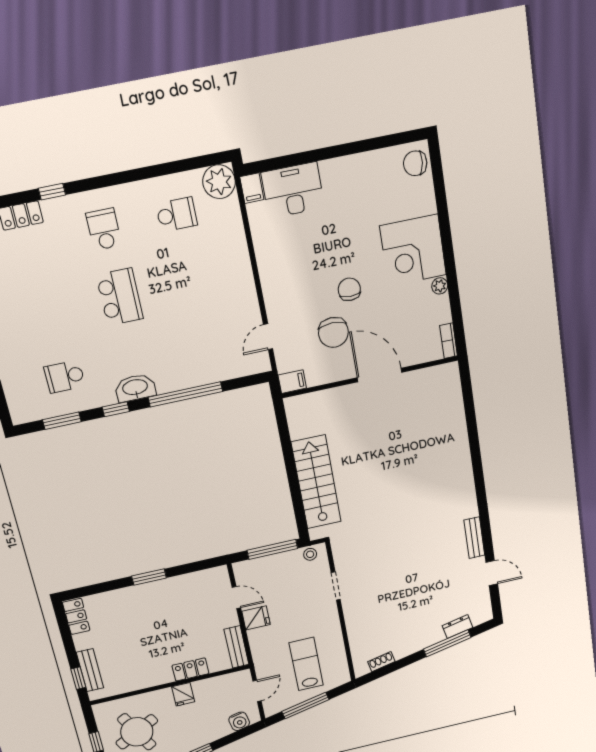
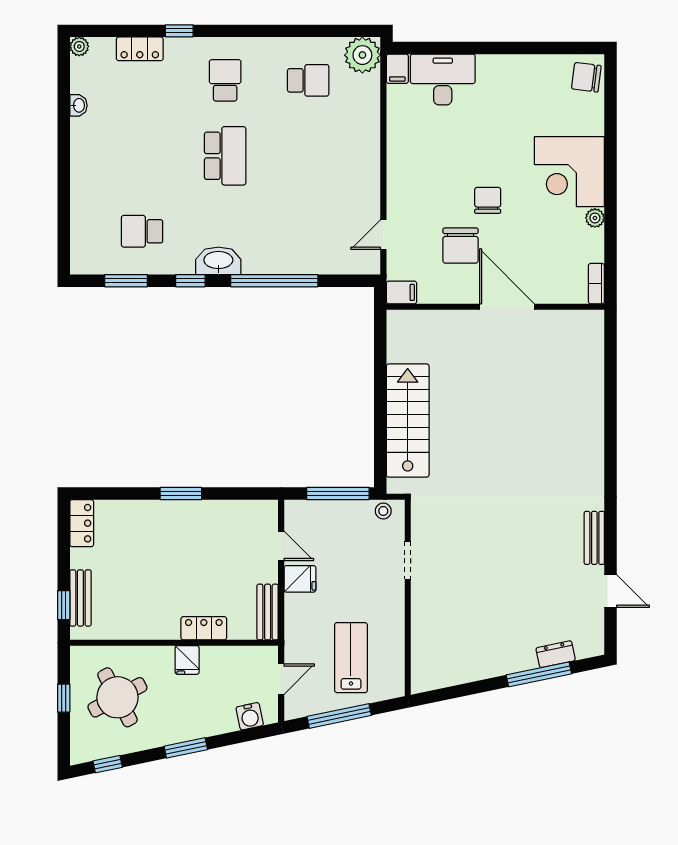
shoe rack: (381, 662) -> (448, 679), removed

